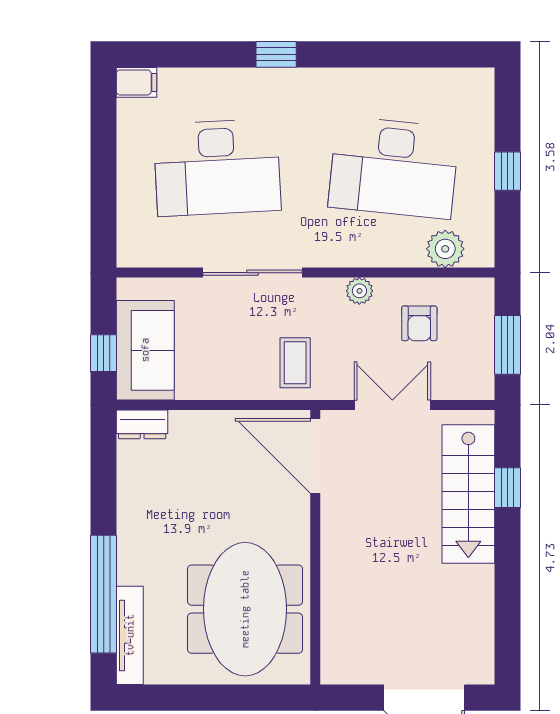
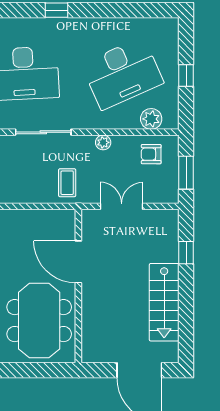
desk: (394, 168) -> (122, 73), turned -30
armchair: (419, 323) -> (151, 154), moved, turned 90
door: (315, 456) -> (78, 262), moved
stairs: (468, 494) -> (164, 302), moved

